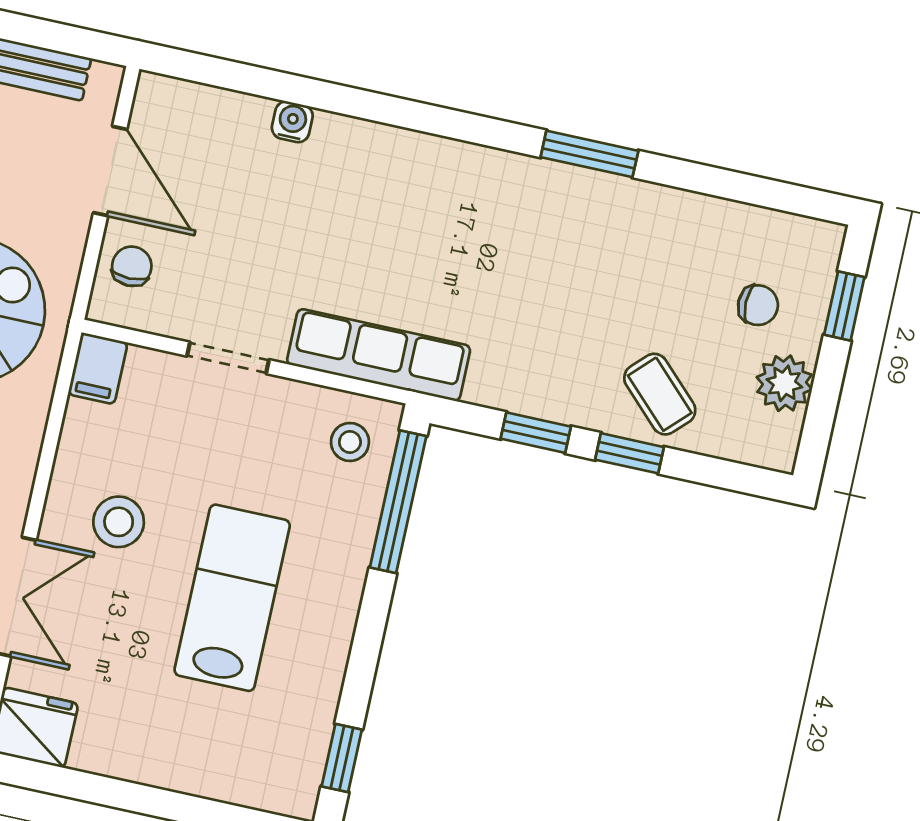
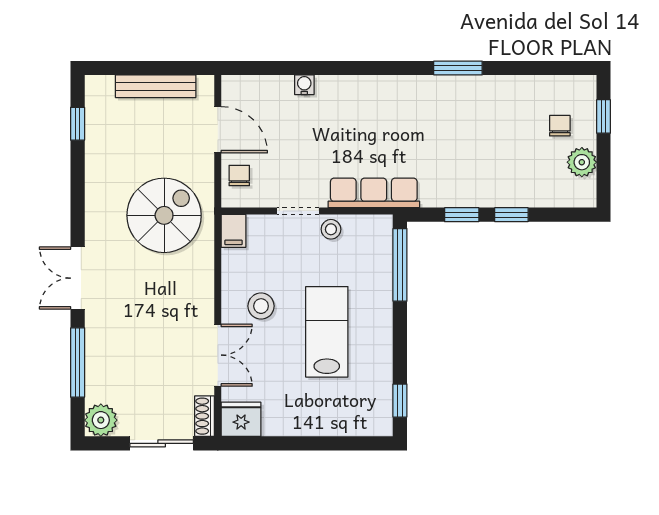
chair: (758, 305) -> (560, 126), turned -90
coffee table: (660, 394) -> (520, 181), removed
stool: (350, 442) -> (331, 229), moved

